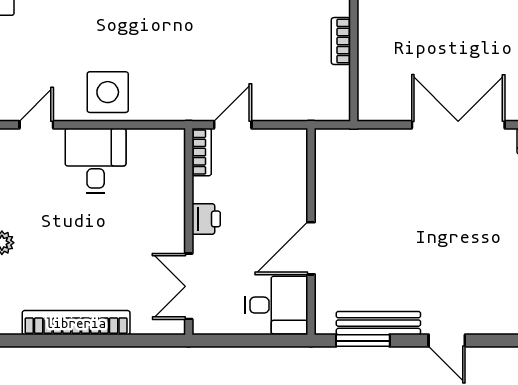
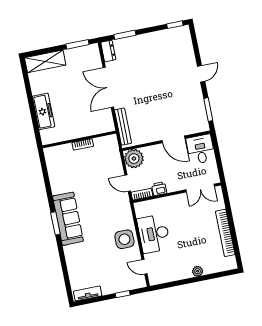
plant: (286, 150) -> (134, 159), added
desk: (96, 161) -> (154, 234), width x1.37
printer: (206, 219) -> (159, 189), moved
bench: (378, 323) -> (123, 127), moved

